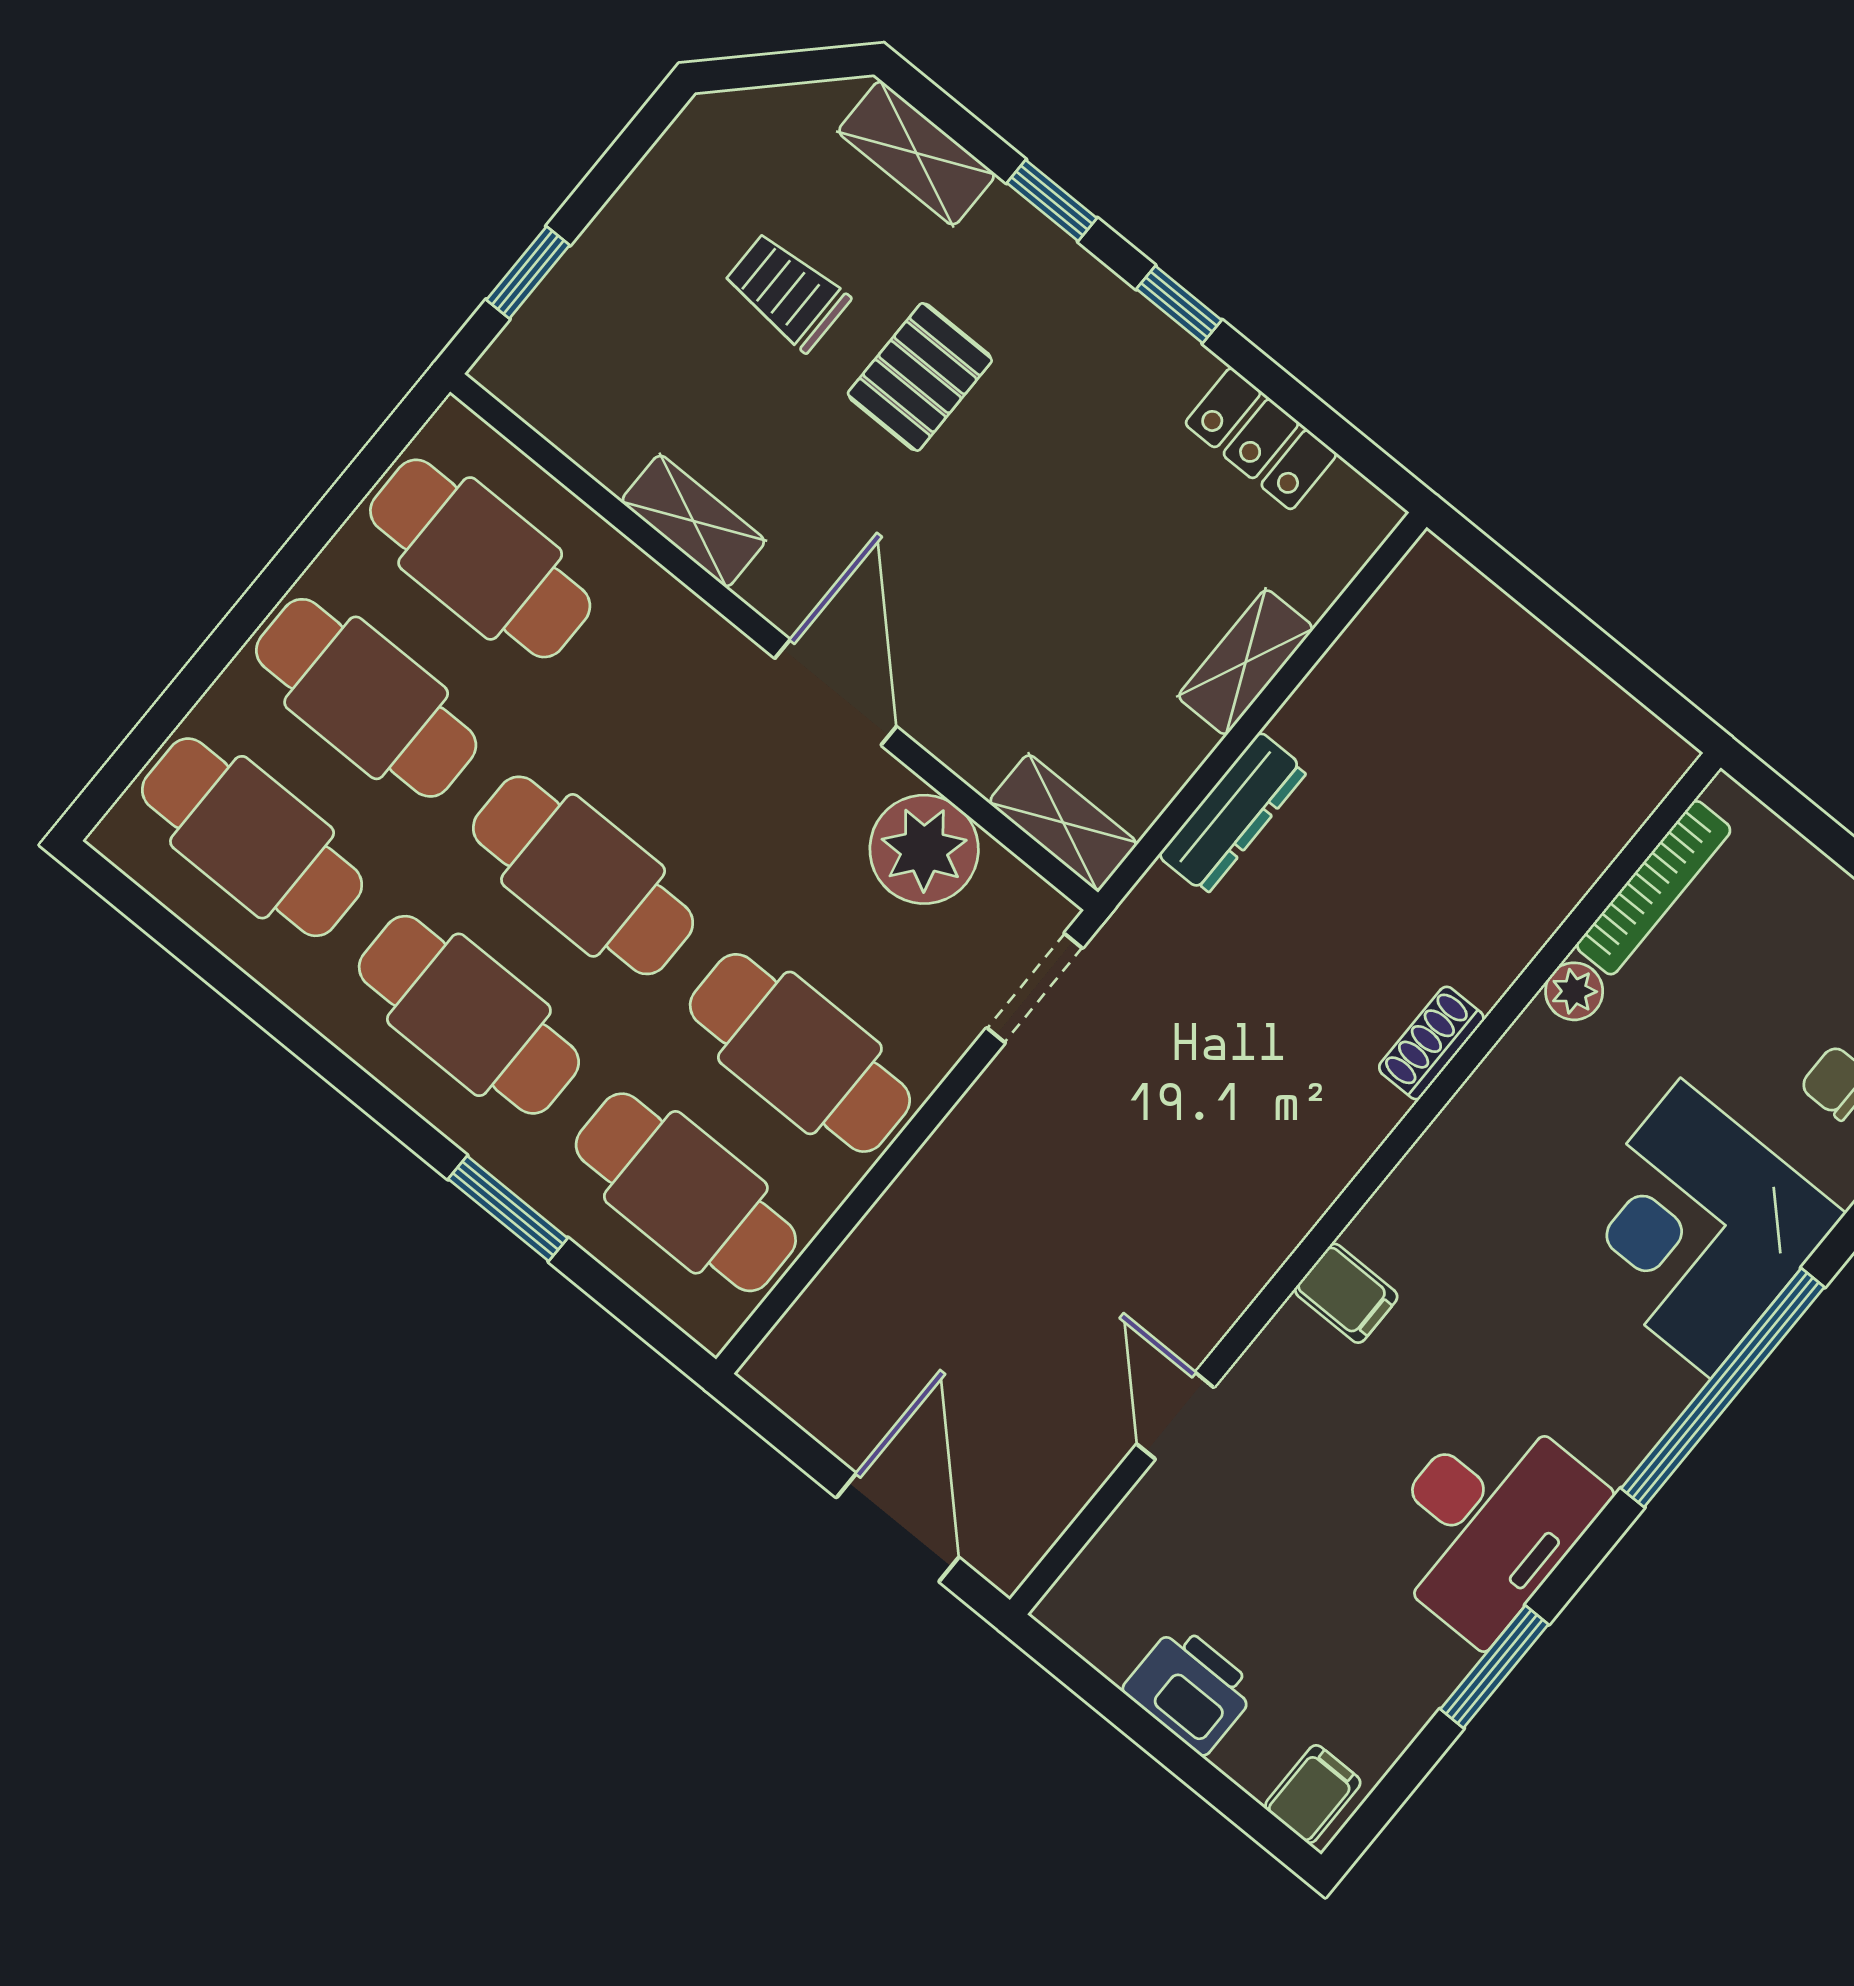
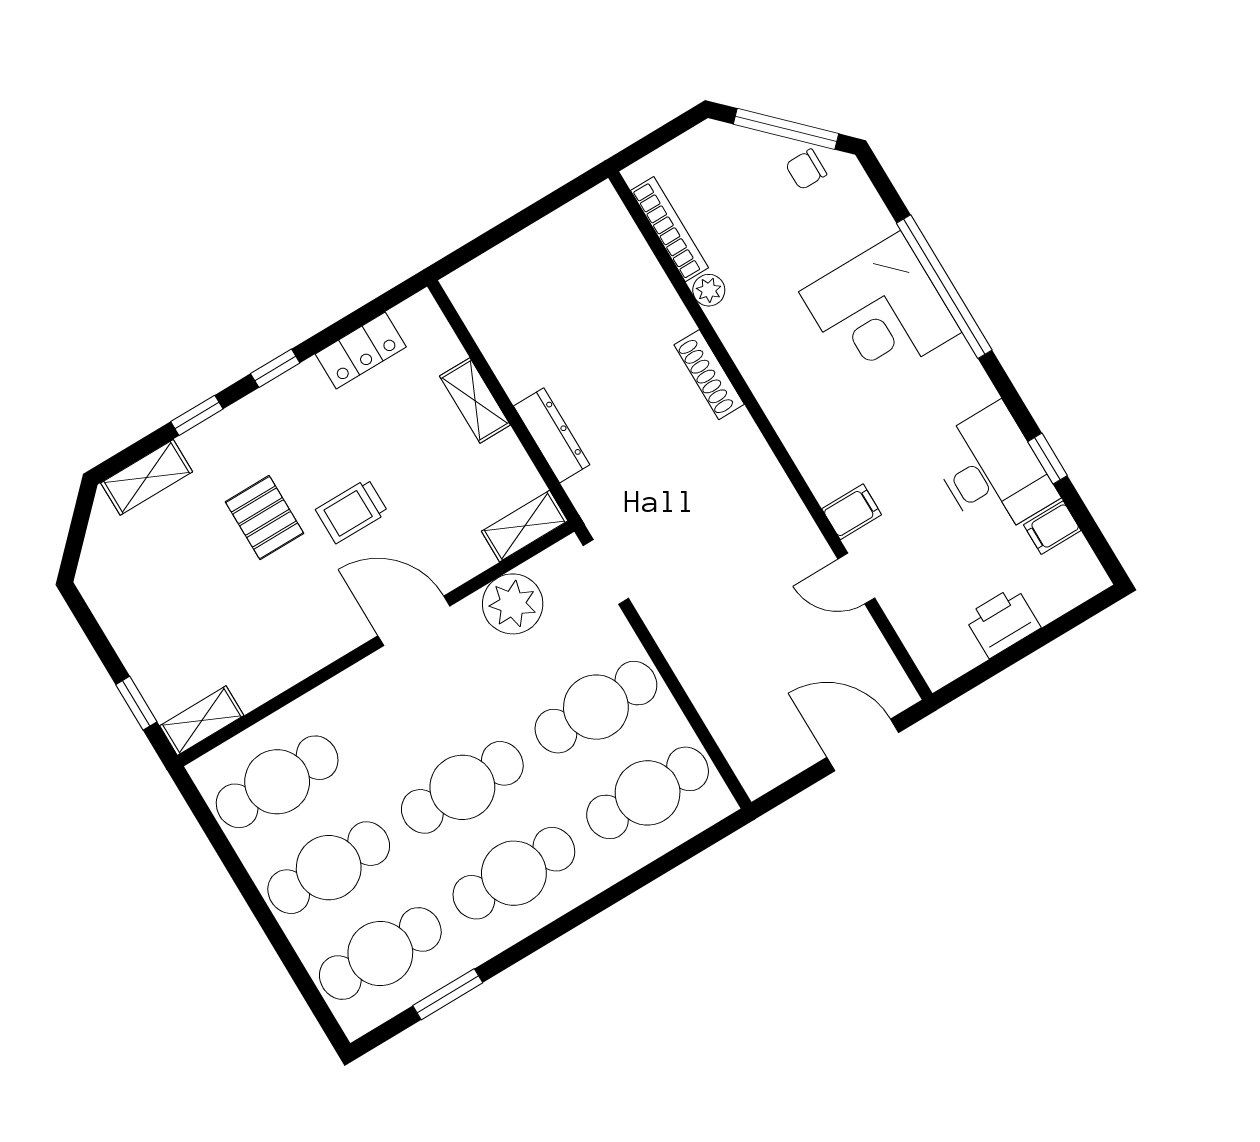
trolley: (787, 292) -> (352, 511), moved
shelving: (693, 521) -> (202, 721), moved
shoe rack: (1431, 1043) -> (709, 375), width x1.43
window: (508, 1208) -> (448, 994), moved
corner desk: (1696, 1228) -> (880, 312), moved
filing cabinet: (1346, 1293) -> (852, 512), moved
desk: (1487, 1522) -> (992, 472), moved
window: (1494, 1667) -> (1048, 459), width x0.67
filing cabinet: (1313, 1794) -> (1052, 528), moved, turned -90

